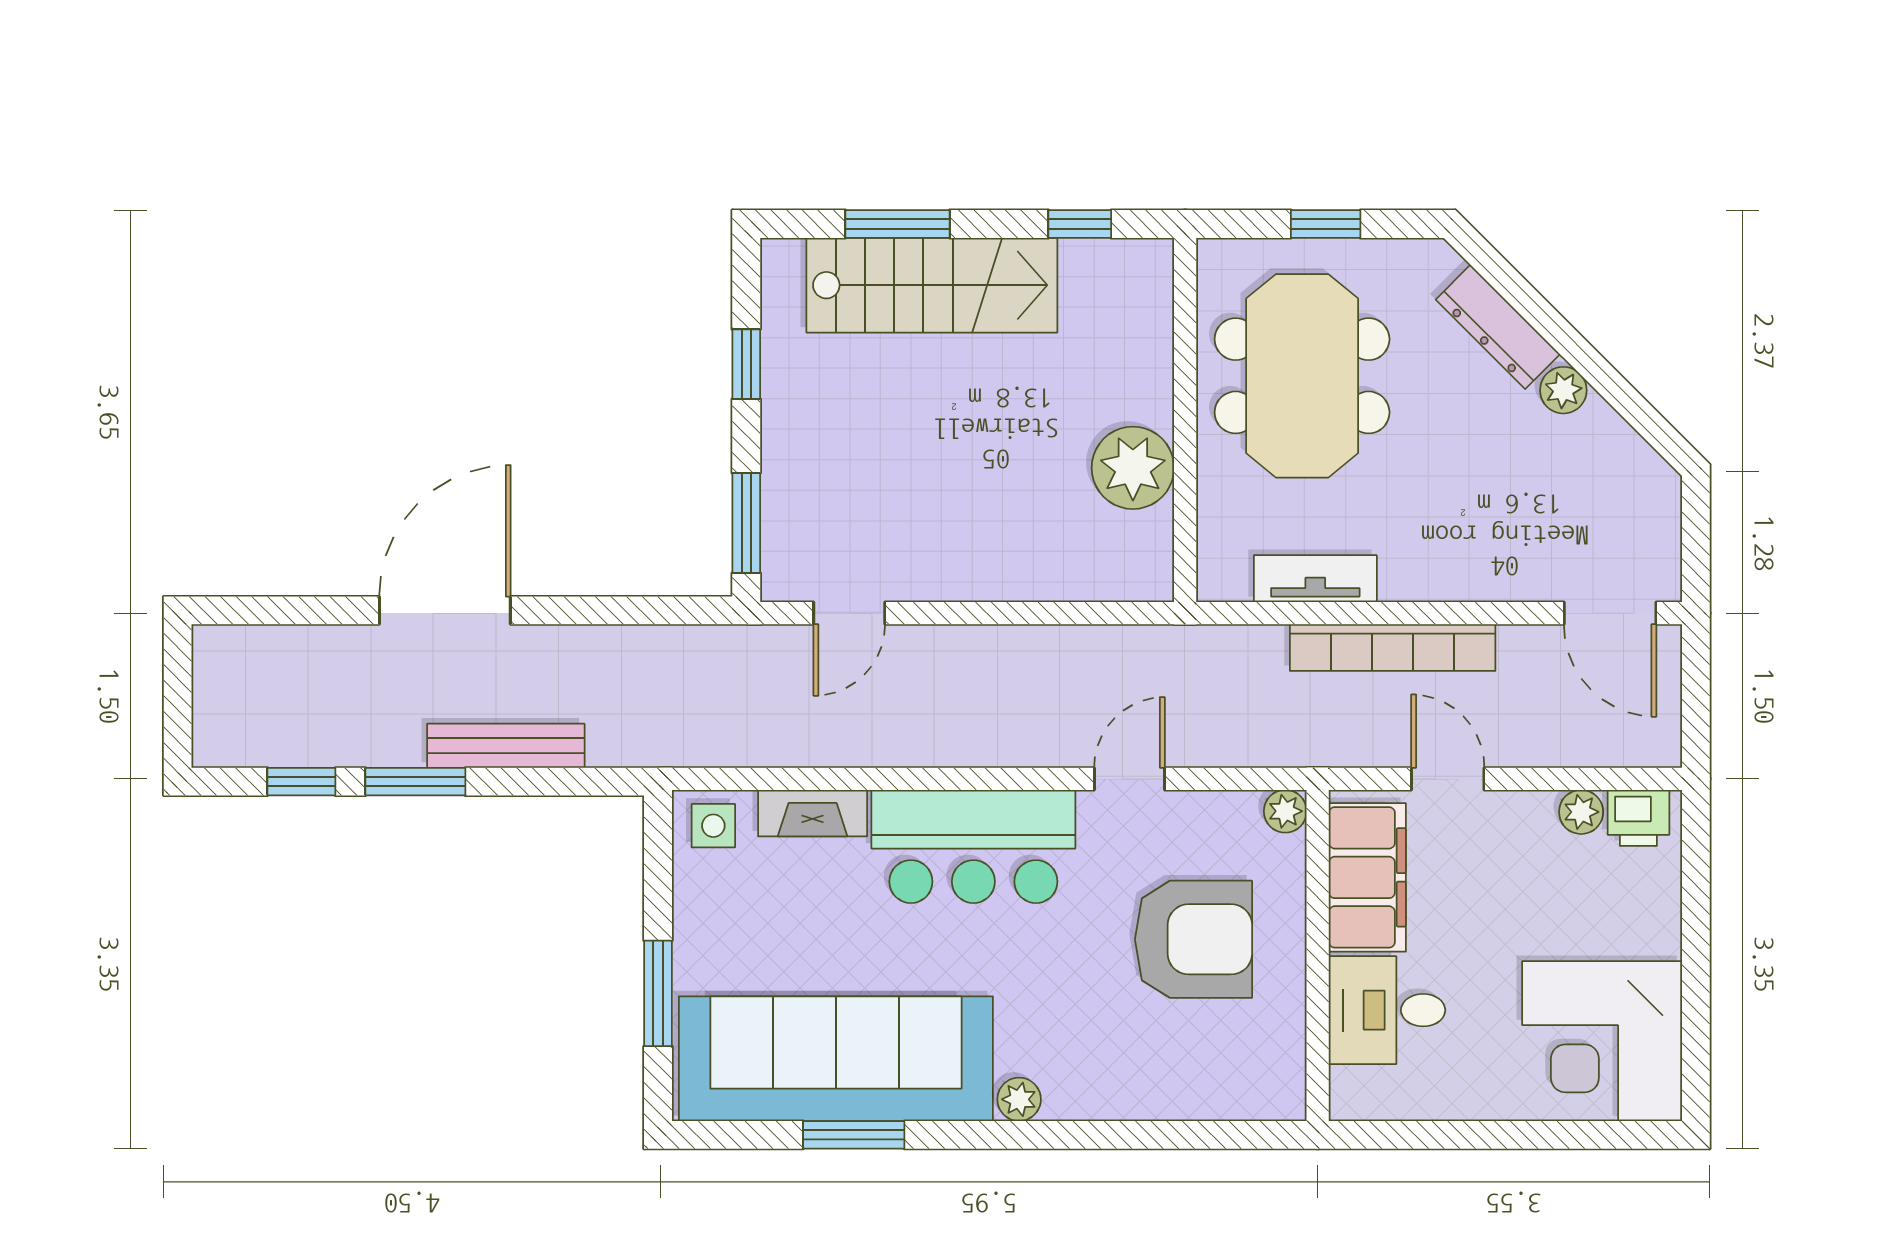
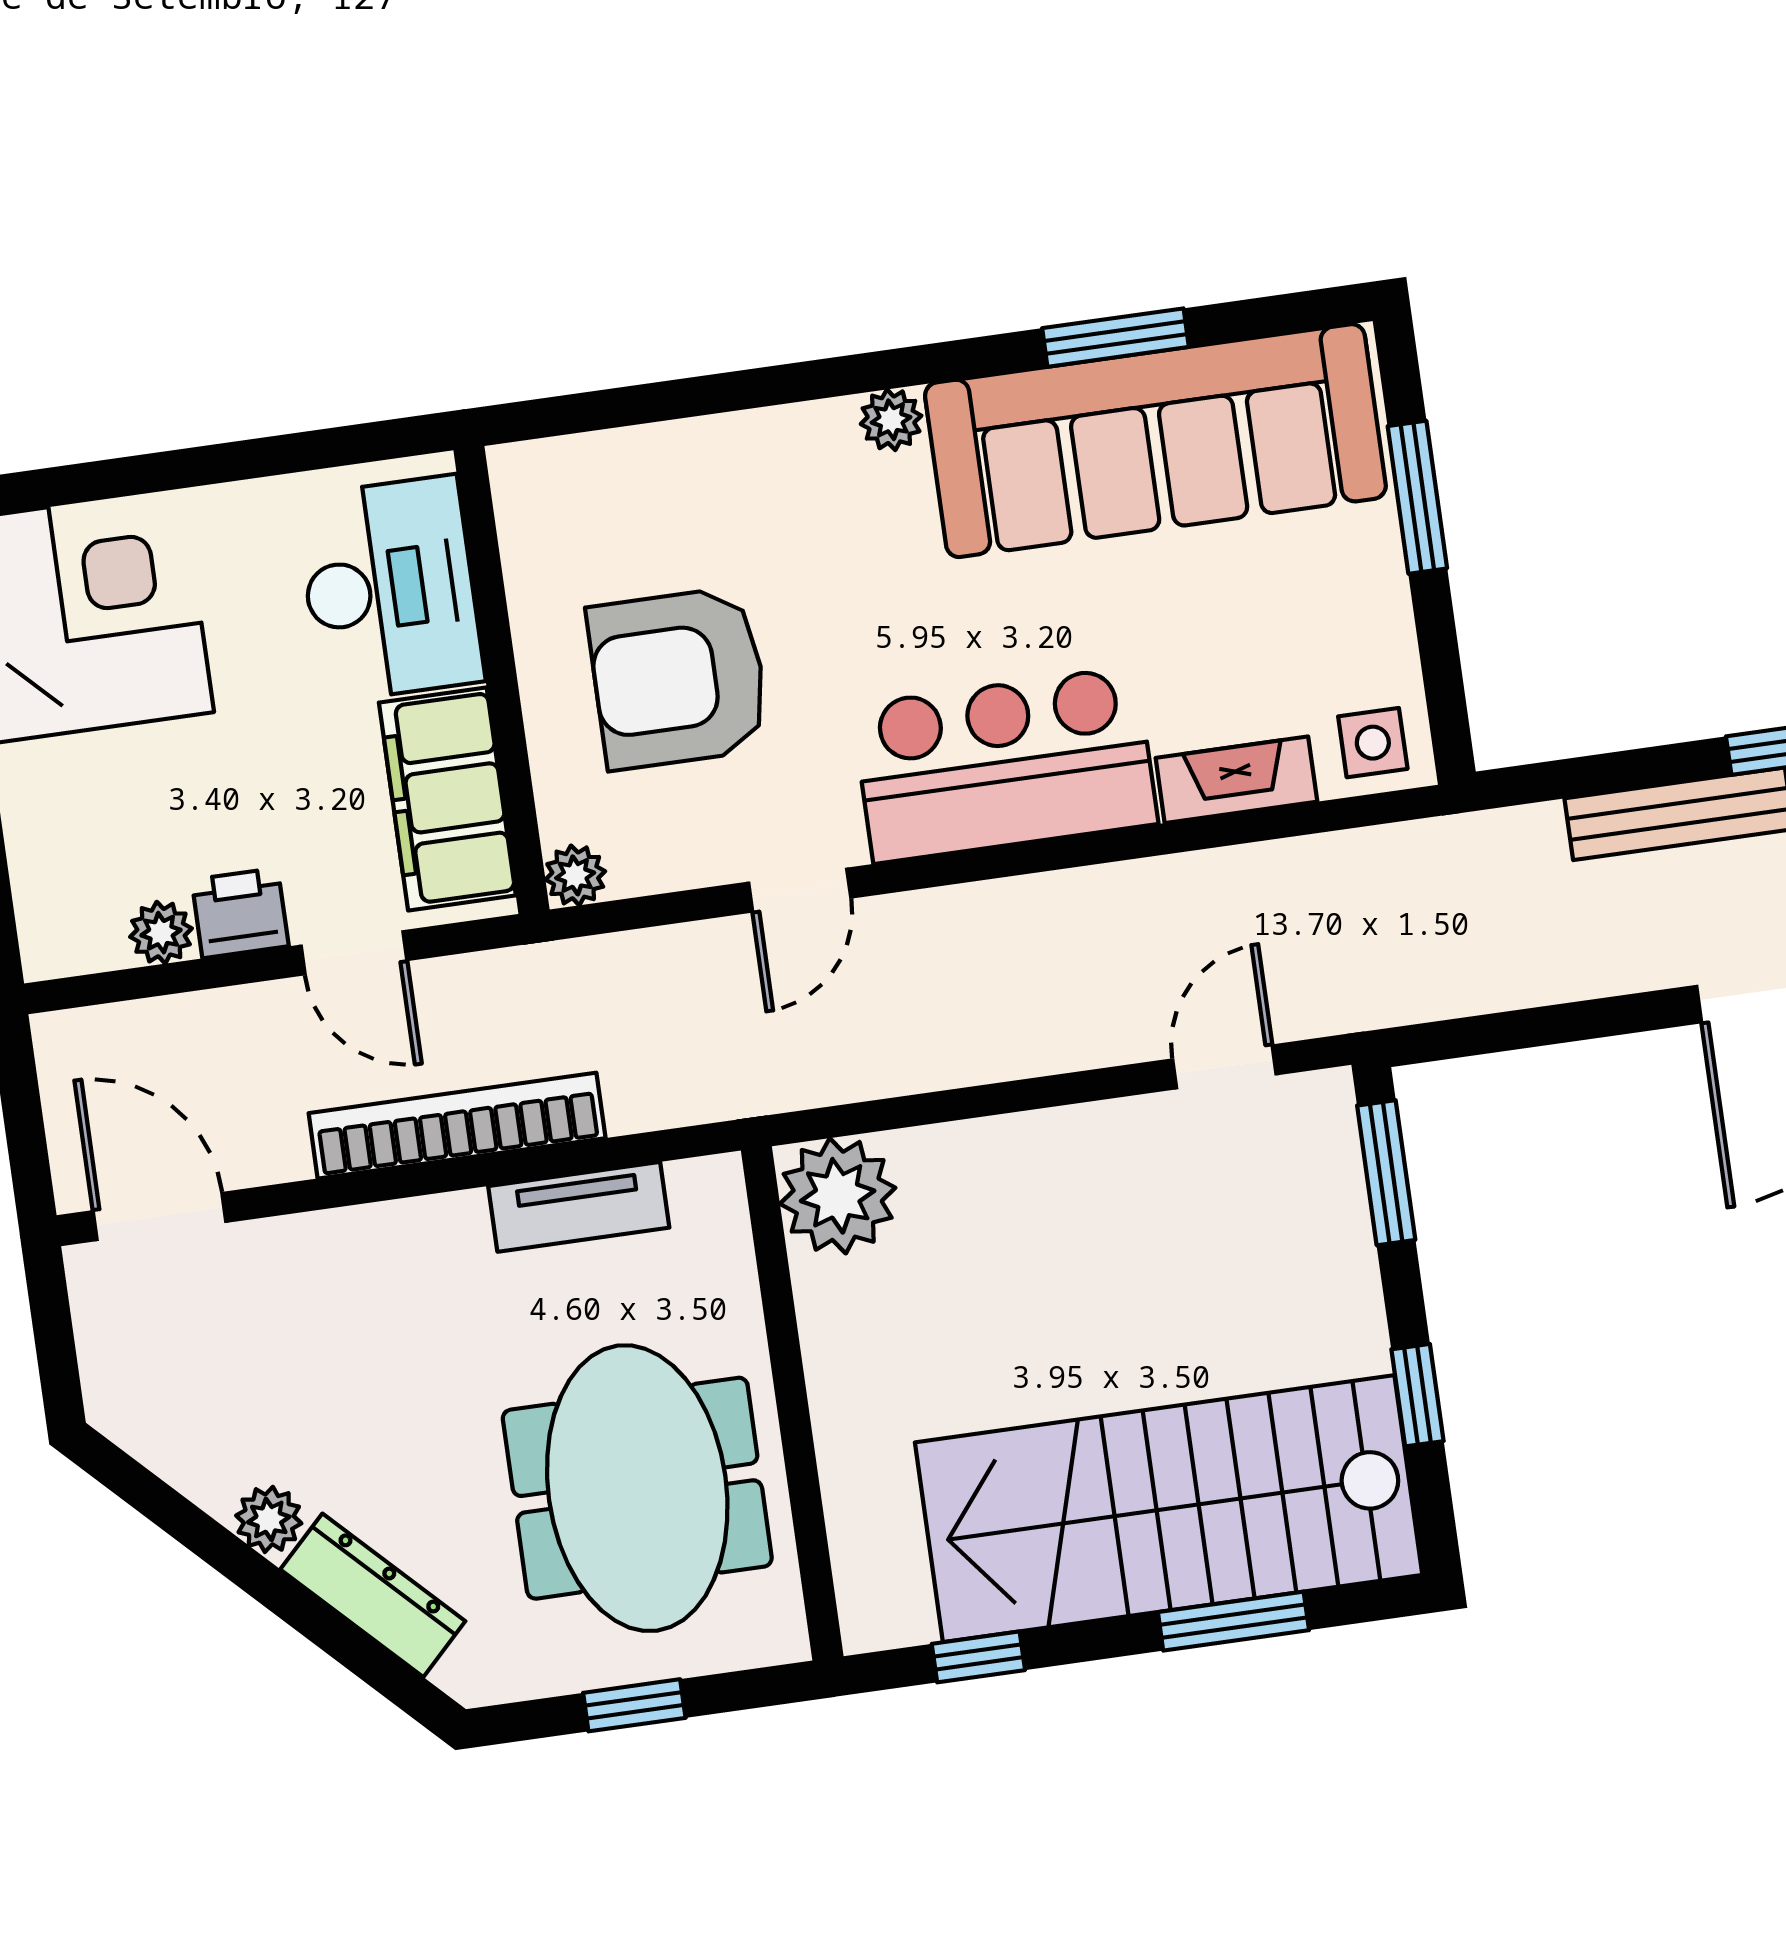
stairs: (932, 285) -> (1169, 1509), width x1.36, depth x1.51
plant: (1133, 468) -> (838, 1196), moved
printer: (1638, 818) -> (240, 913), moved
desk: (1387, 1010) -> (390, 589), width x1.37

